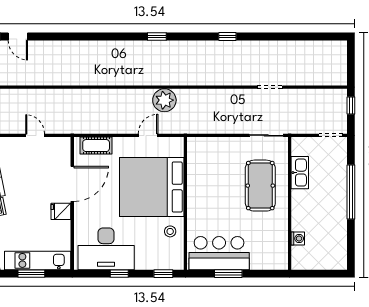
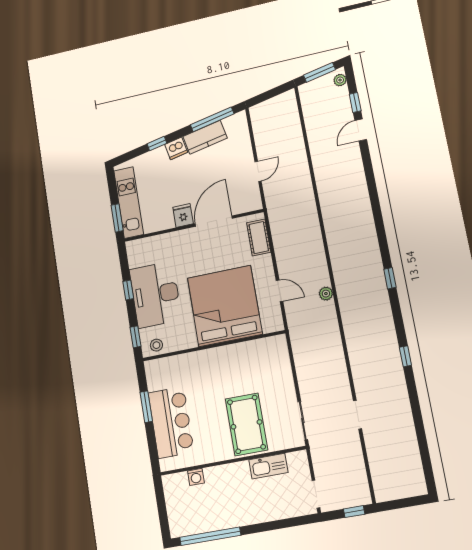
plant: (164, 100) -> (326, 294), width x0.53, depth x0.53
door: (72, 184) -> (214, 221), swing flipped
pool table: (260, 186) -> (246, 424), turned 90
window: (351, 192) -> (210, 536), moved
stool: (170, 231) -> (156, 345), moved
desk: (106, 249) -> (155, 295), moved
bar counter: (219, 253) -> (171, 422), moved
window: (31, 274) -> (117, 218), moved

